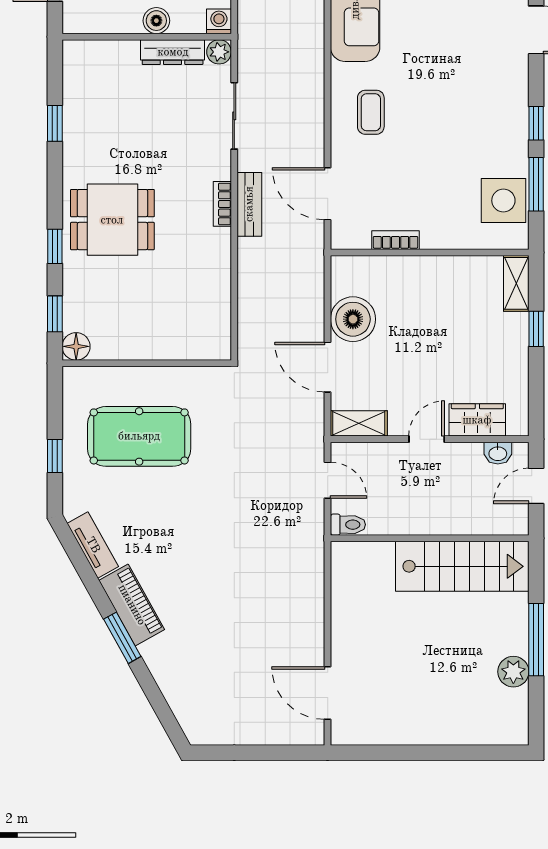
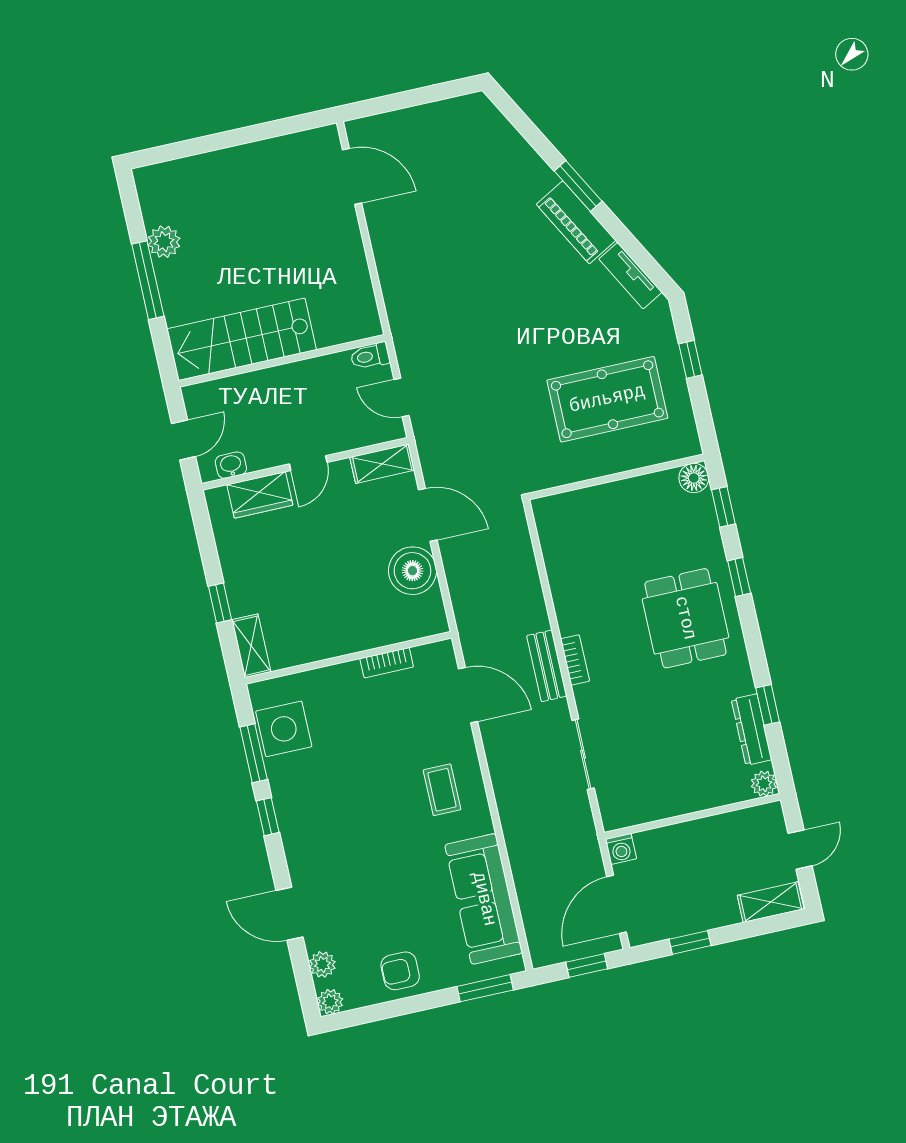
boiler: (156, 21) -> (686, 835), removed
dresser: (173, 52) -> (752, 730), moved, turned -90
plant: (219, 52) -> (764, 784), moved
dining table: (112, 220) -> (685, 618), turned 90

